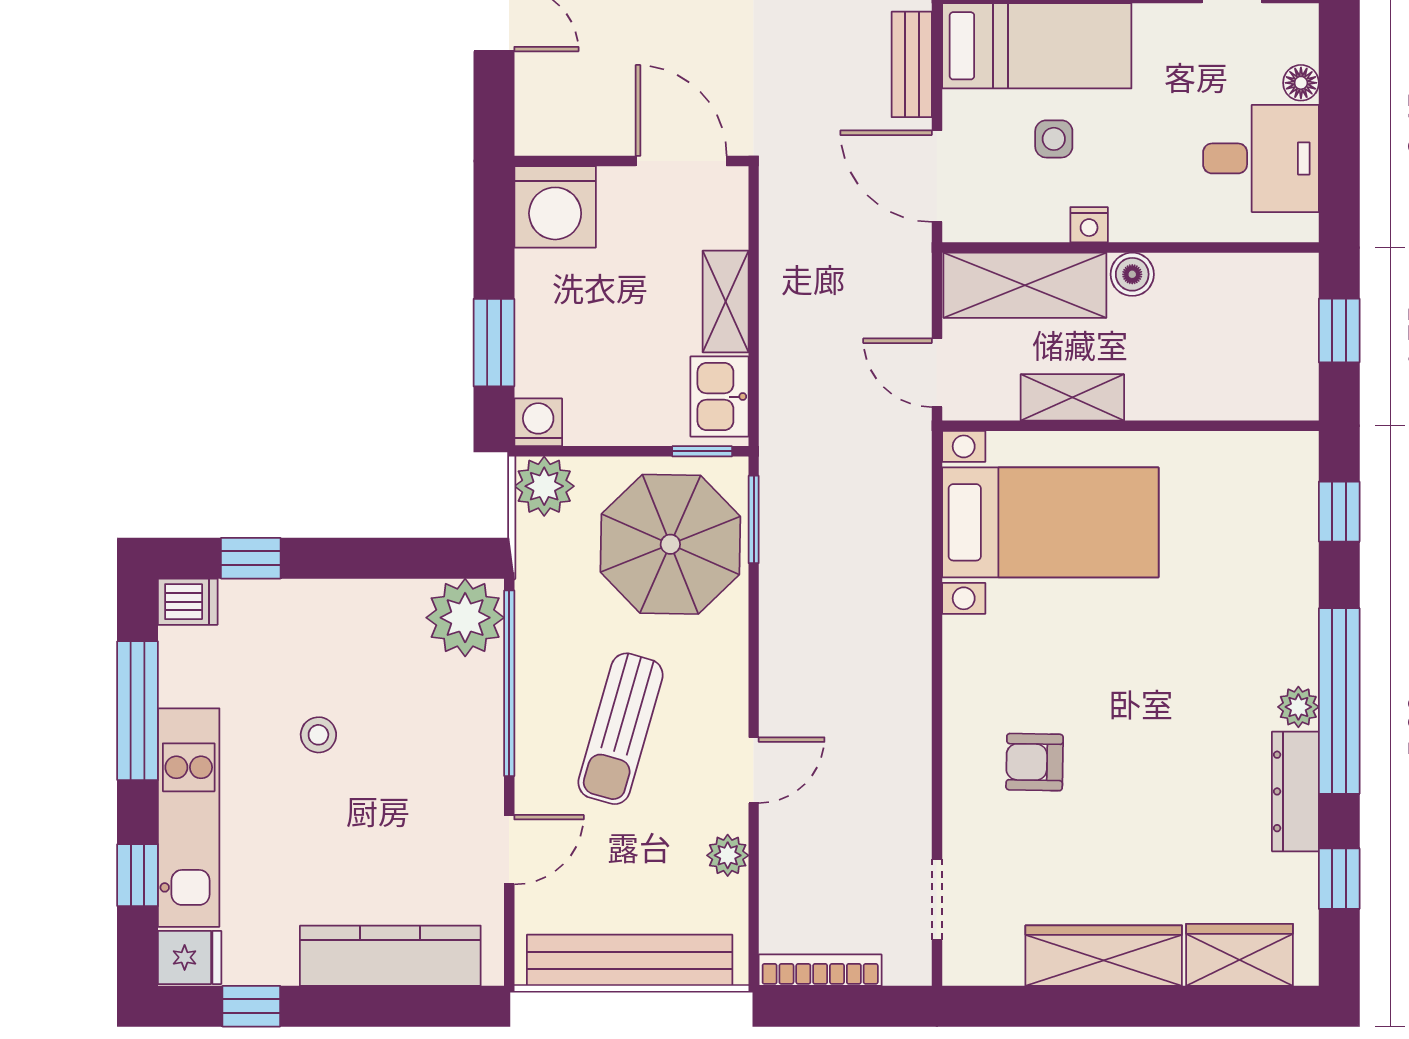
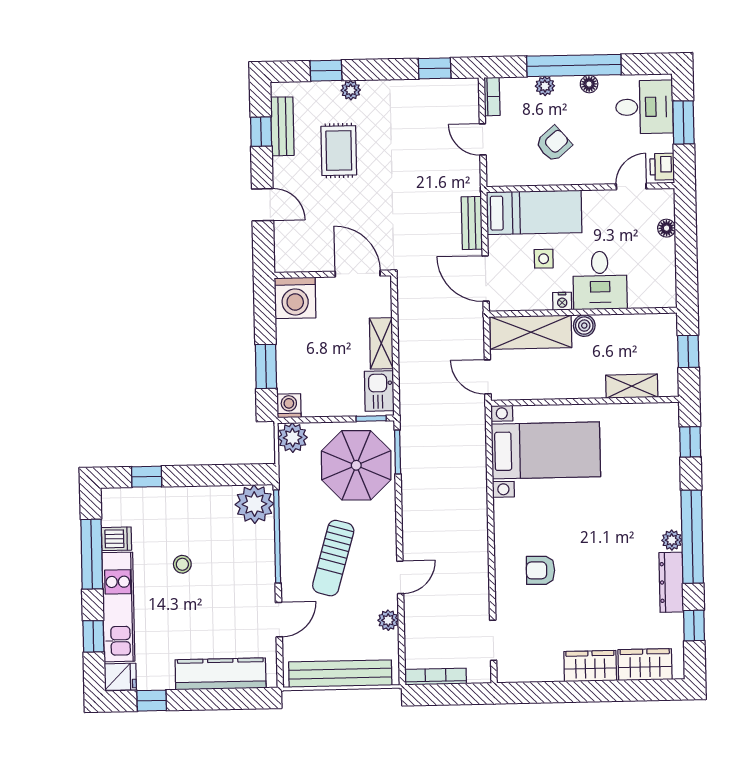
desk: (1261, 158) -> (600, 280), moved, turned 90
shelving: (1072, 397) -> (632, 386), moved
dishwasher: (188, 602) -> (116, 539), moved
wardrobe: (1104, 956) -> (590, 666), width x0.67

